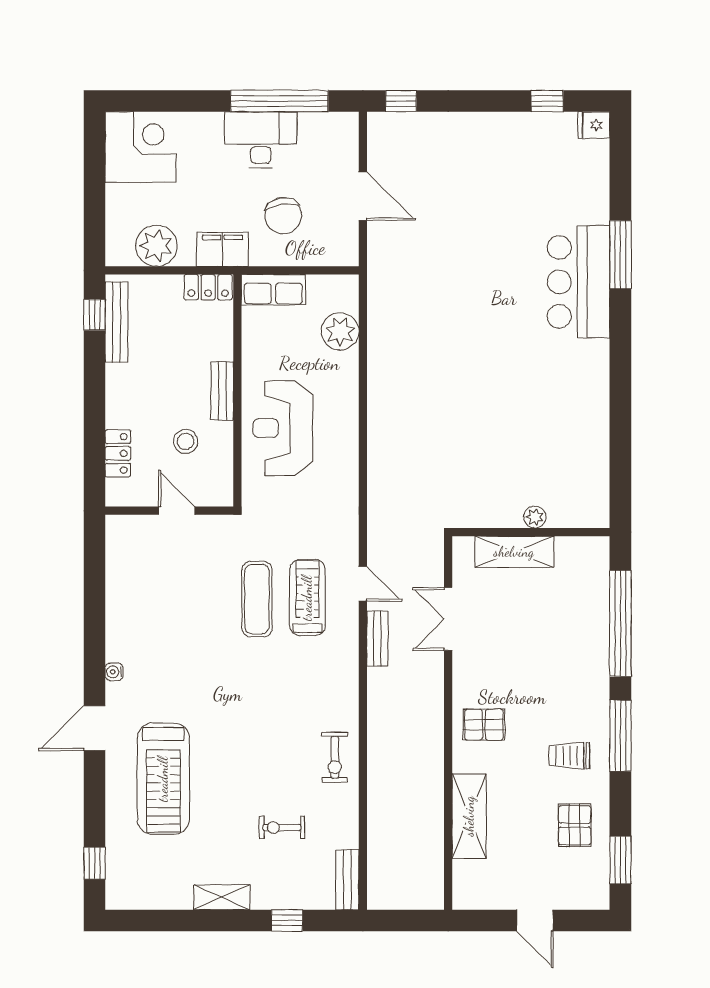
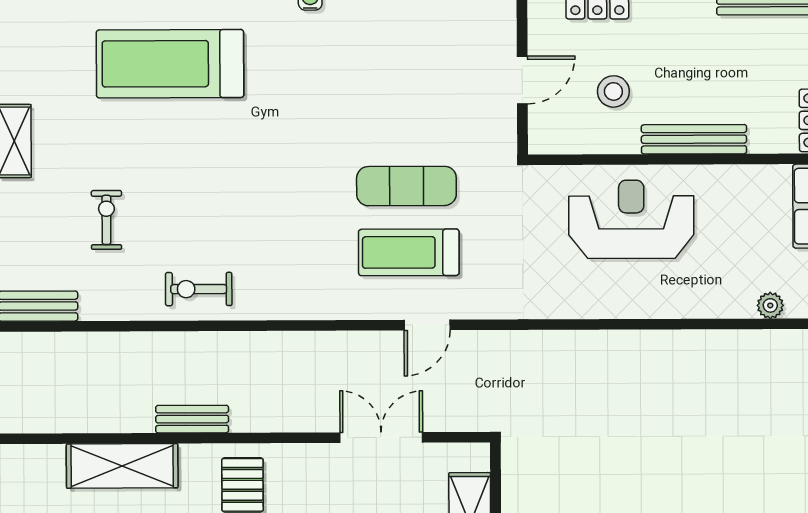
plant: (340, 331) -> (770, 305), width x0.53, depth x0.53
bench: (222, 391) -> (694, 139), width x1.36
treadmill: (307, 598) -> (409, 252), turned 180
bench: (377, 639) -> (192, 419), moved

